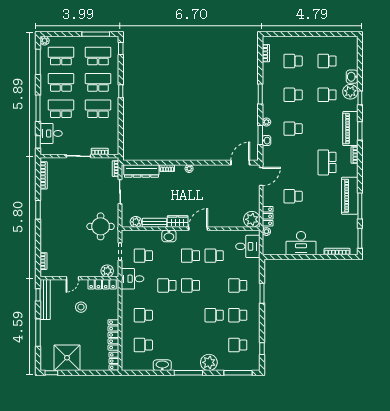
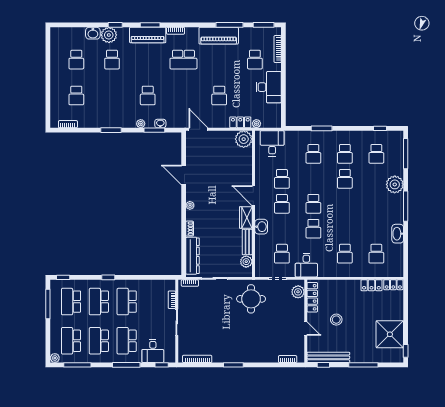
school desk: (293, 95) -> (255, 60), moved
door: (240, 163) -> (184, 175), moved
locker: (113, 335) -> (371, 285), width x0.66

